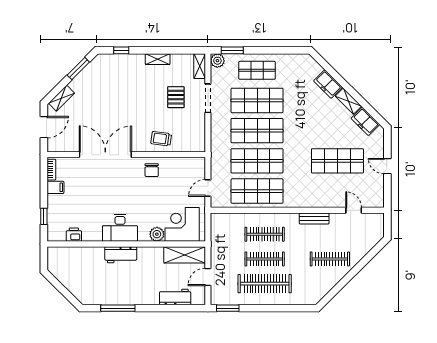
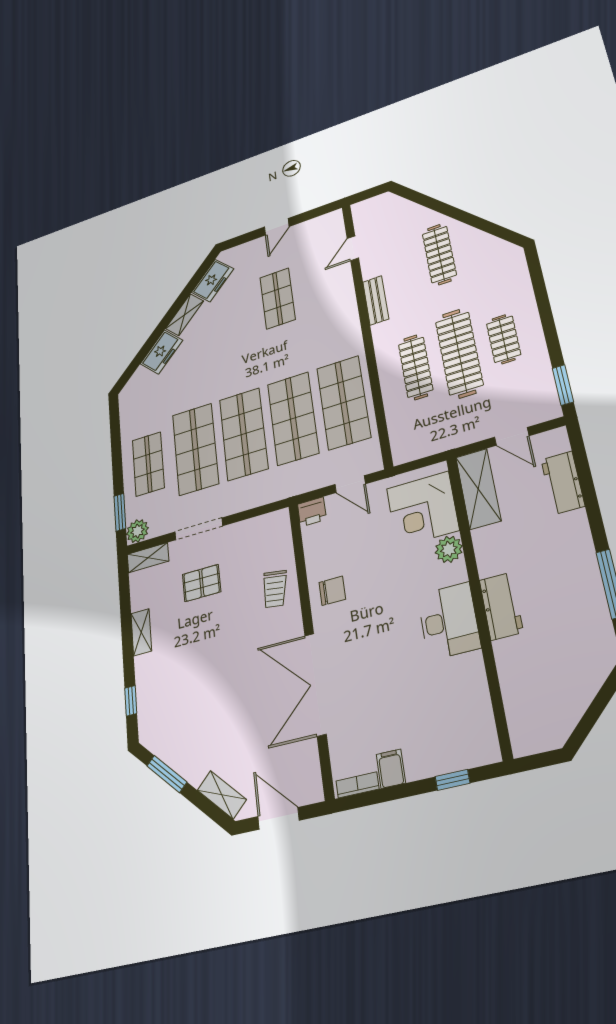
shop shelf: (337, 161) -> (278, 298), width x0.70, depth x0.74
printer: (74, 235) -> (312, 512), moved, turned -90
clothes rail: (265, 259) -> (459, 353), width x1.37, depth x1.31
clothes rail: (265, 284) -> (504, 339), width x0.54, depth x0.76

